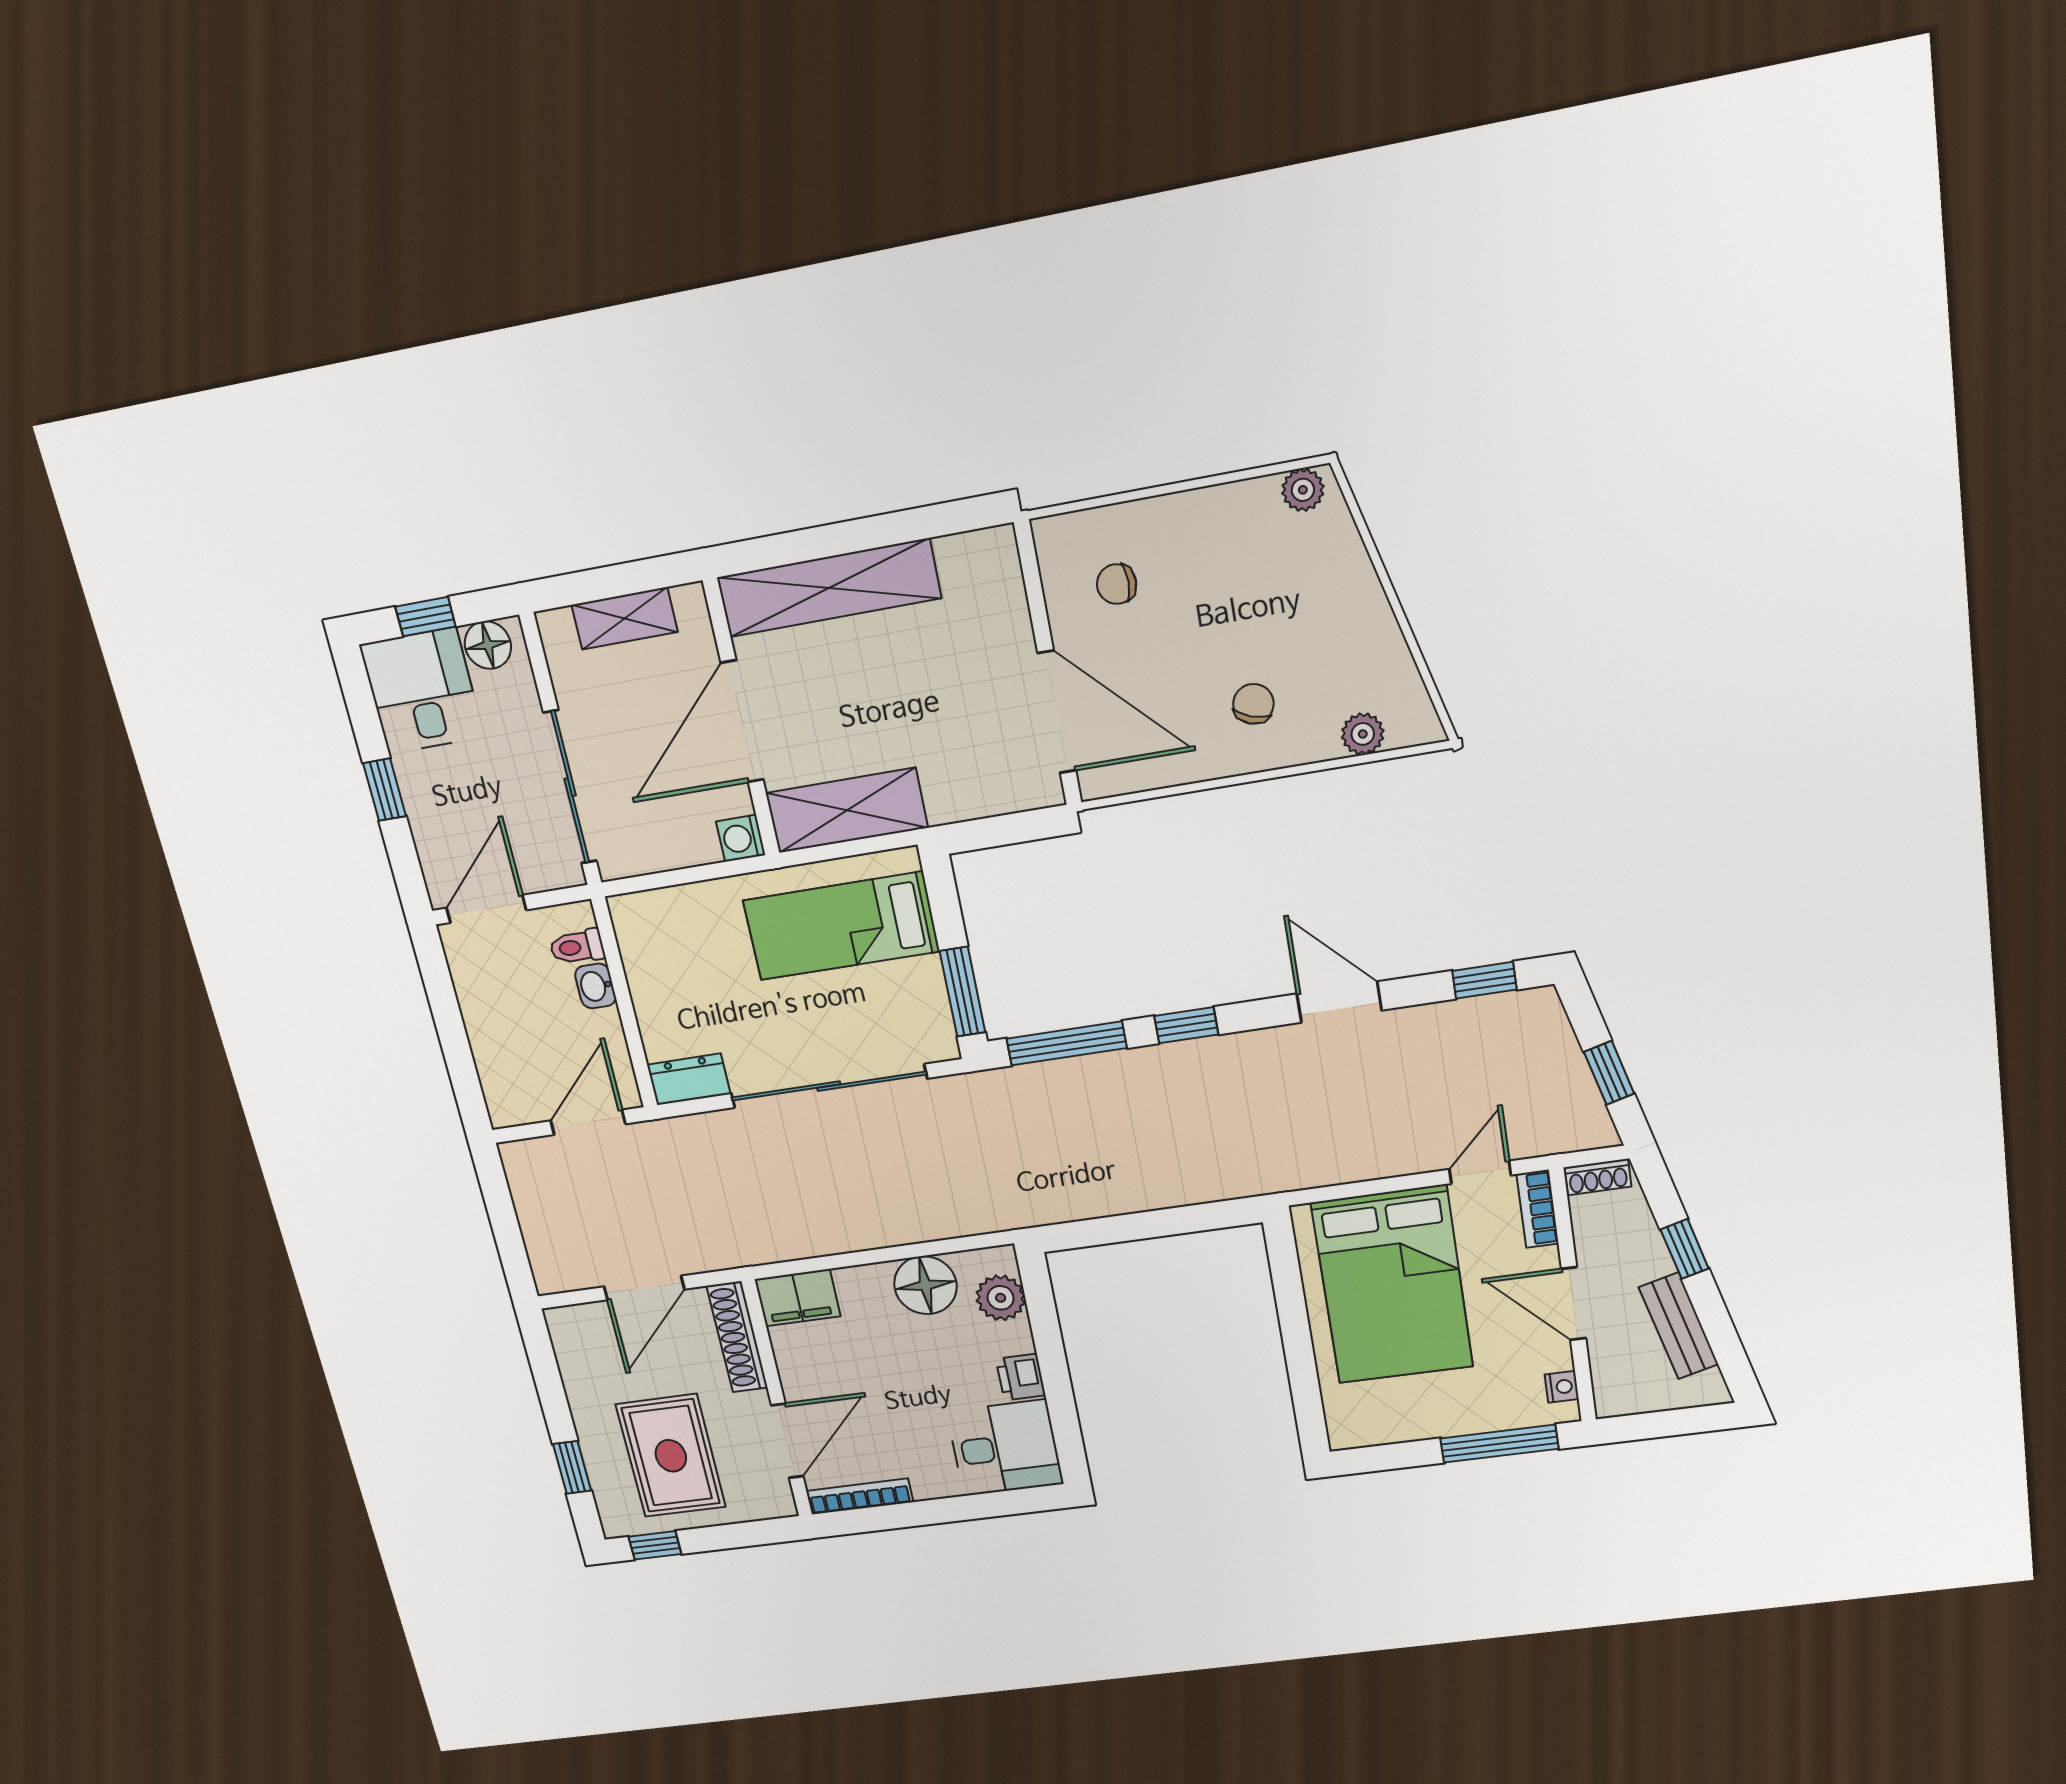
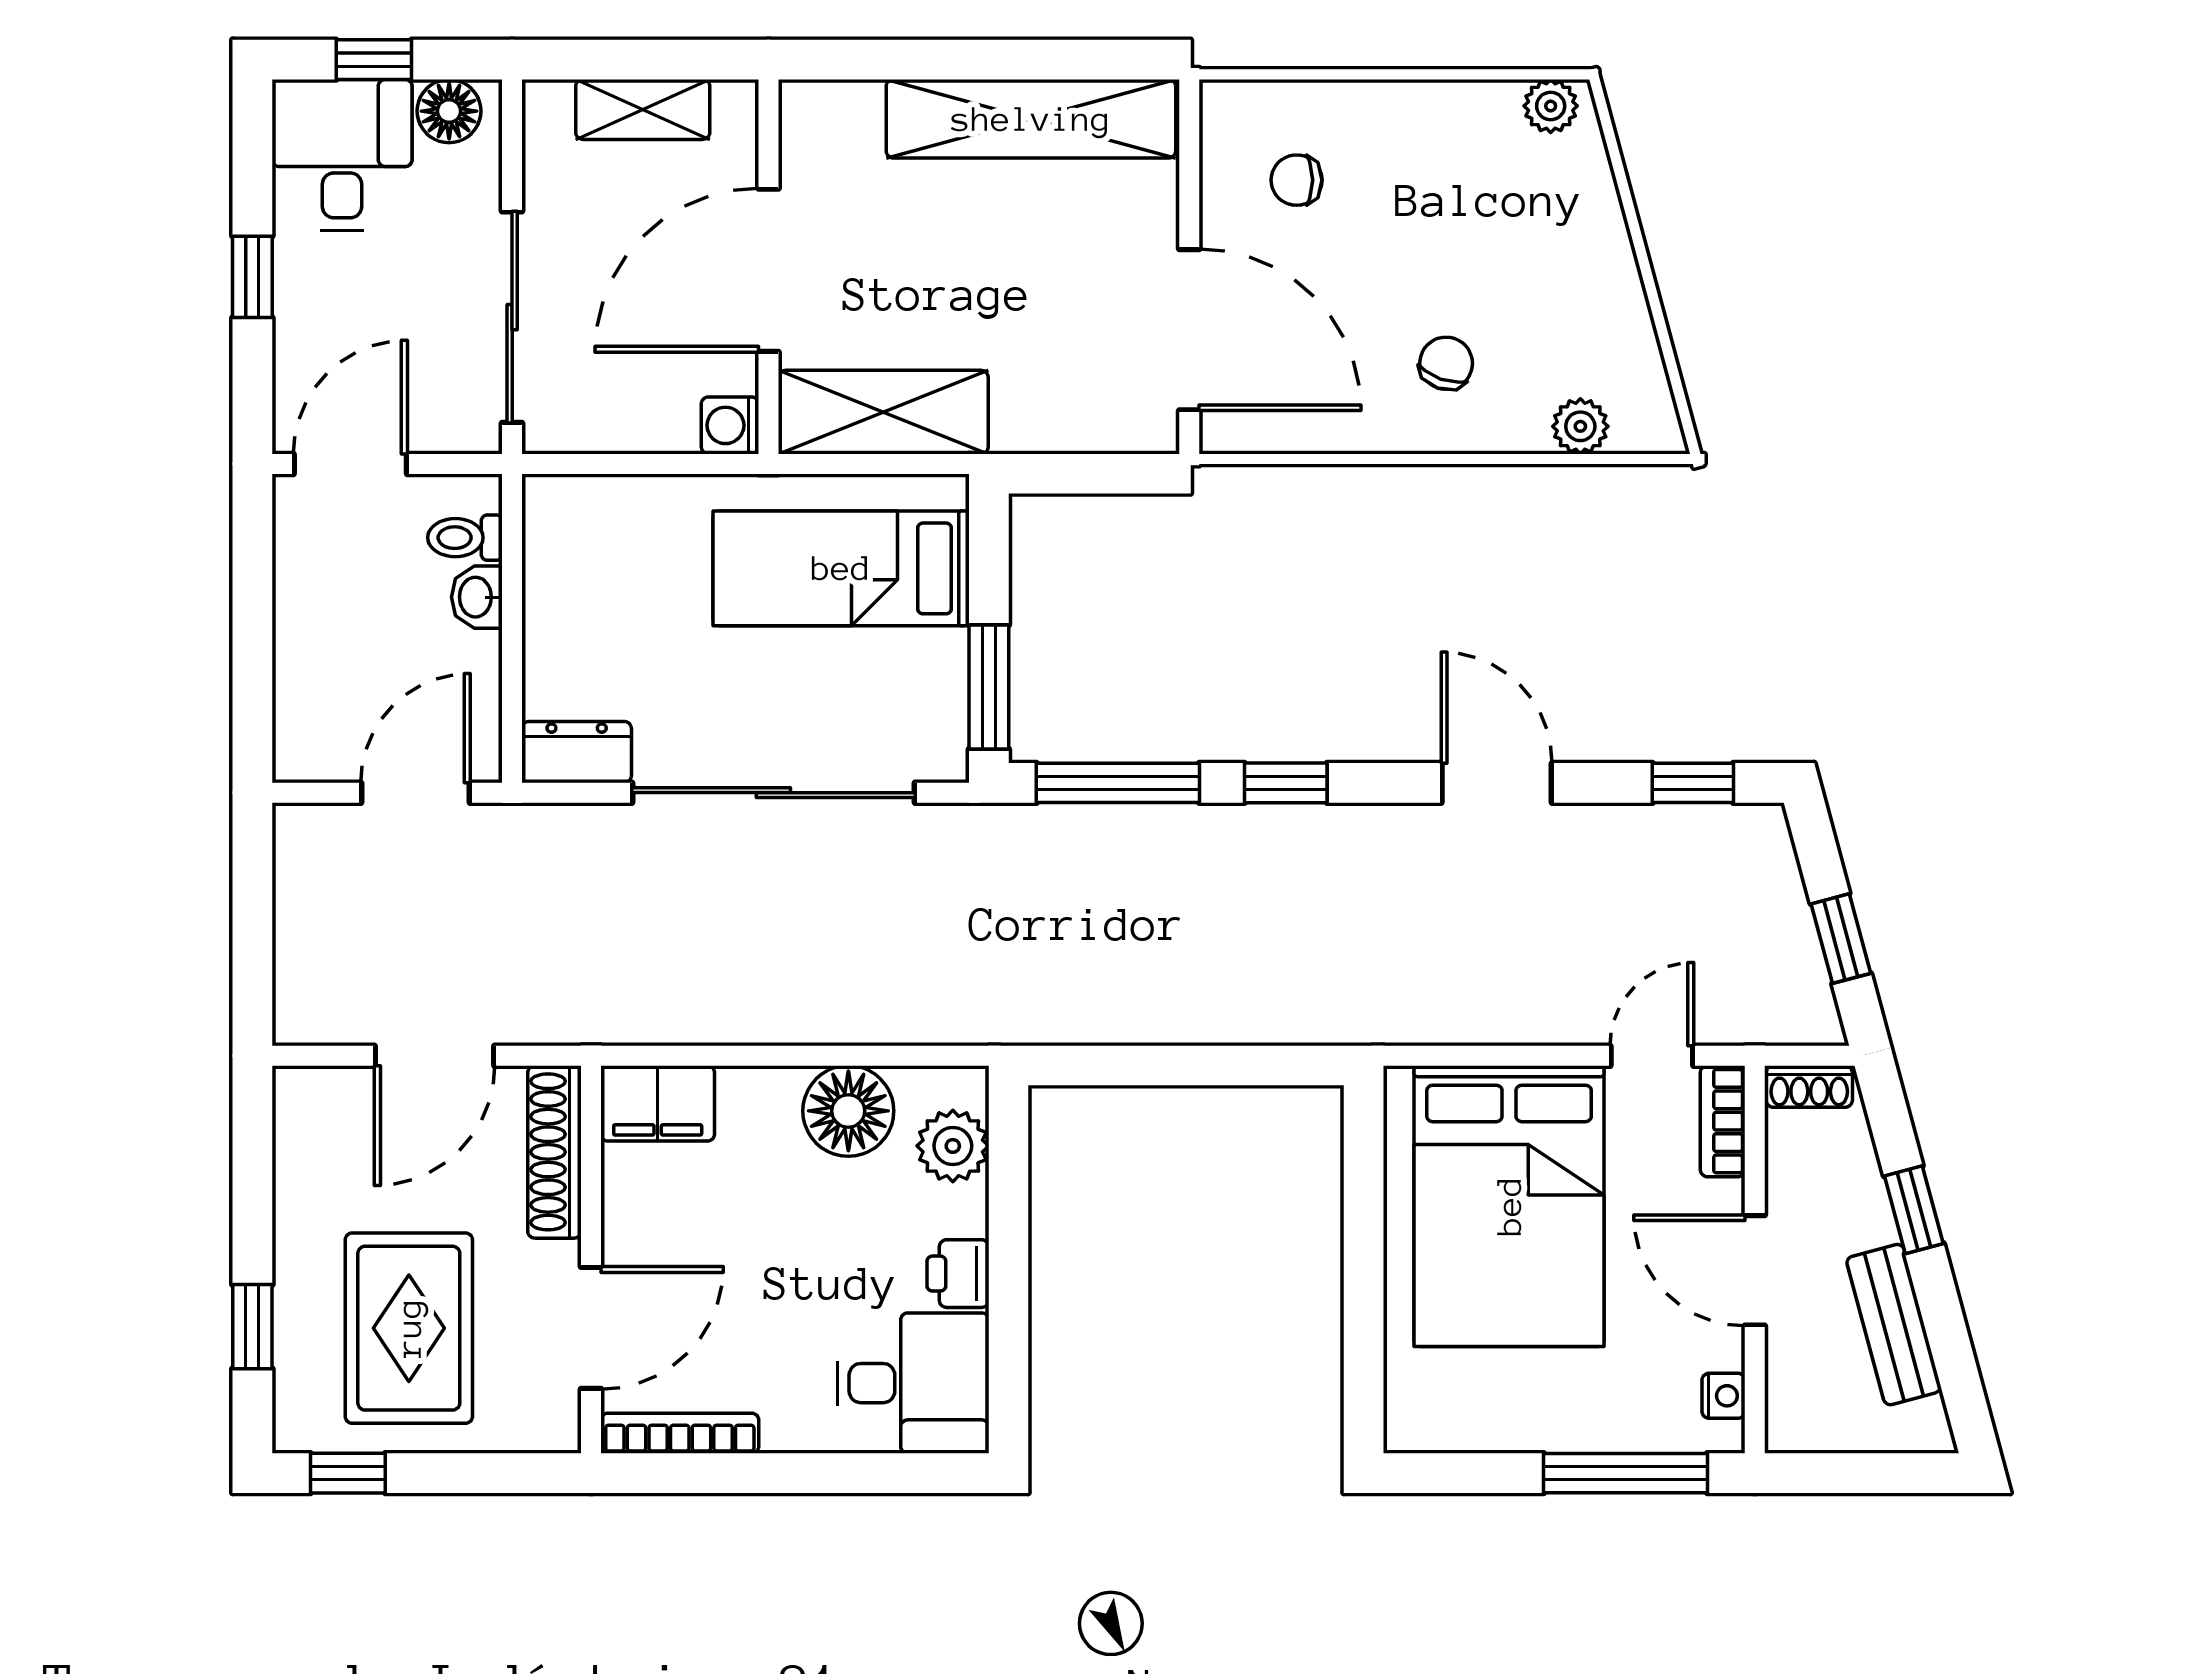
shelving: (829, 588) -> (1031, 119), moved

